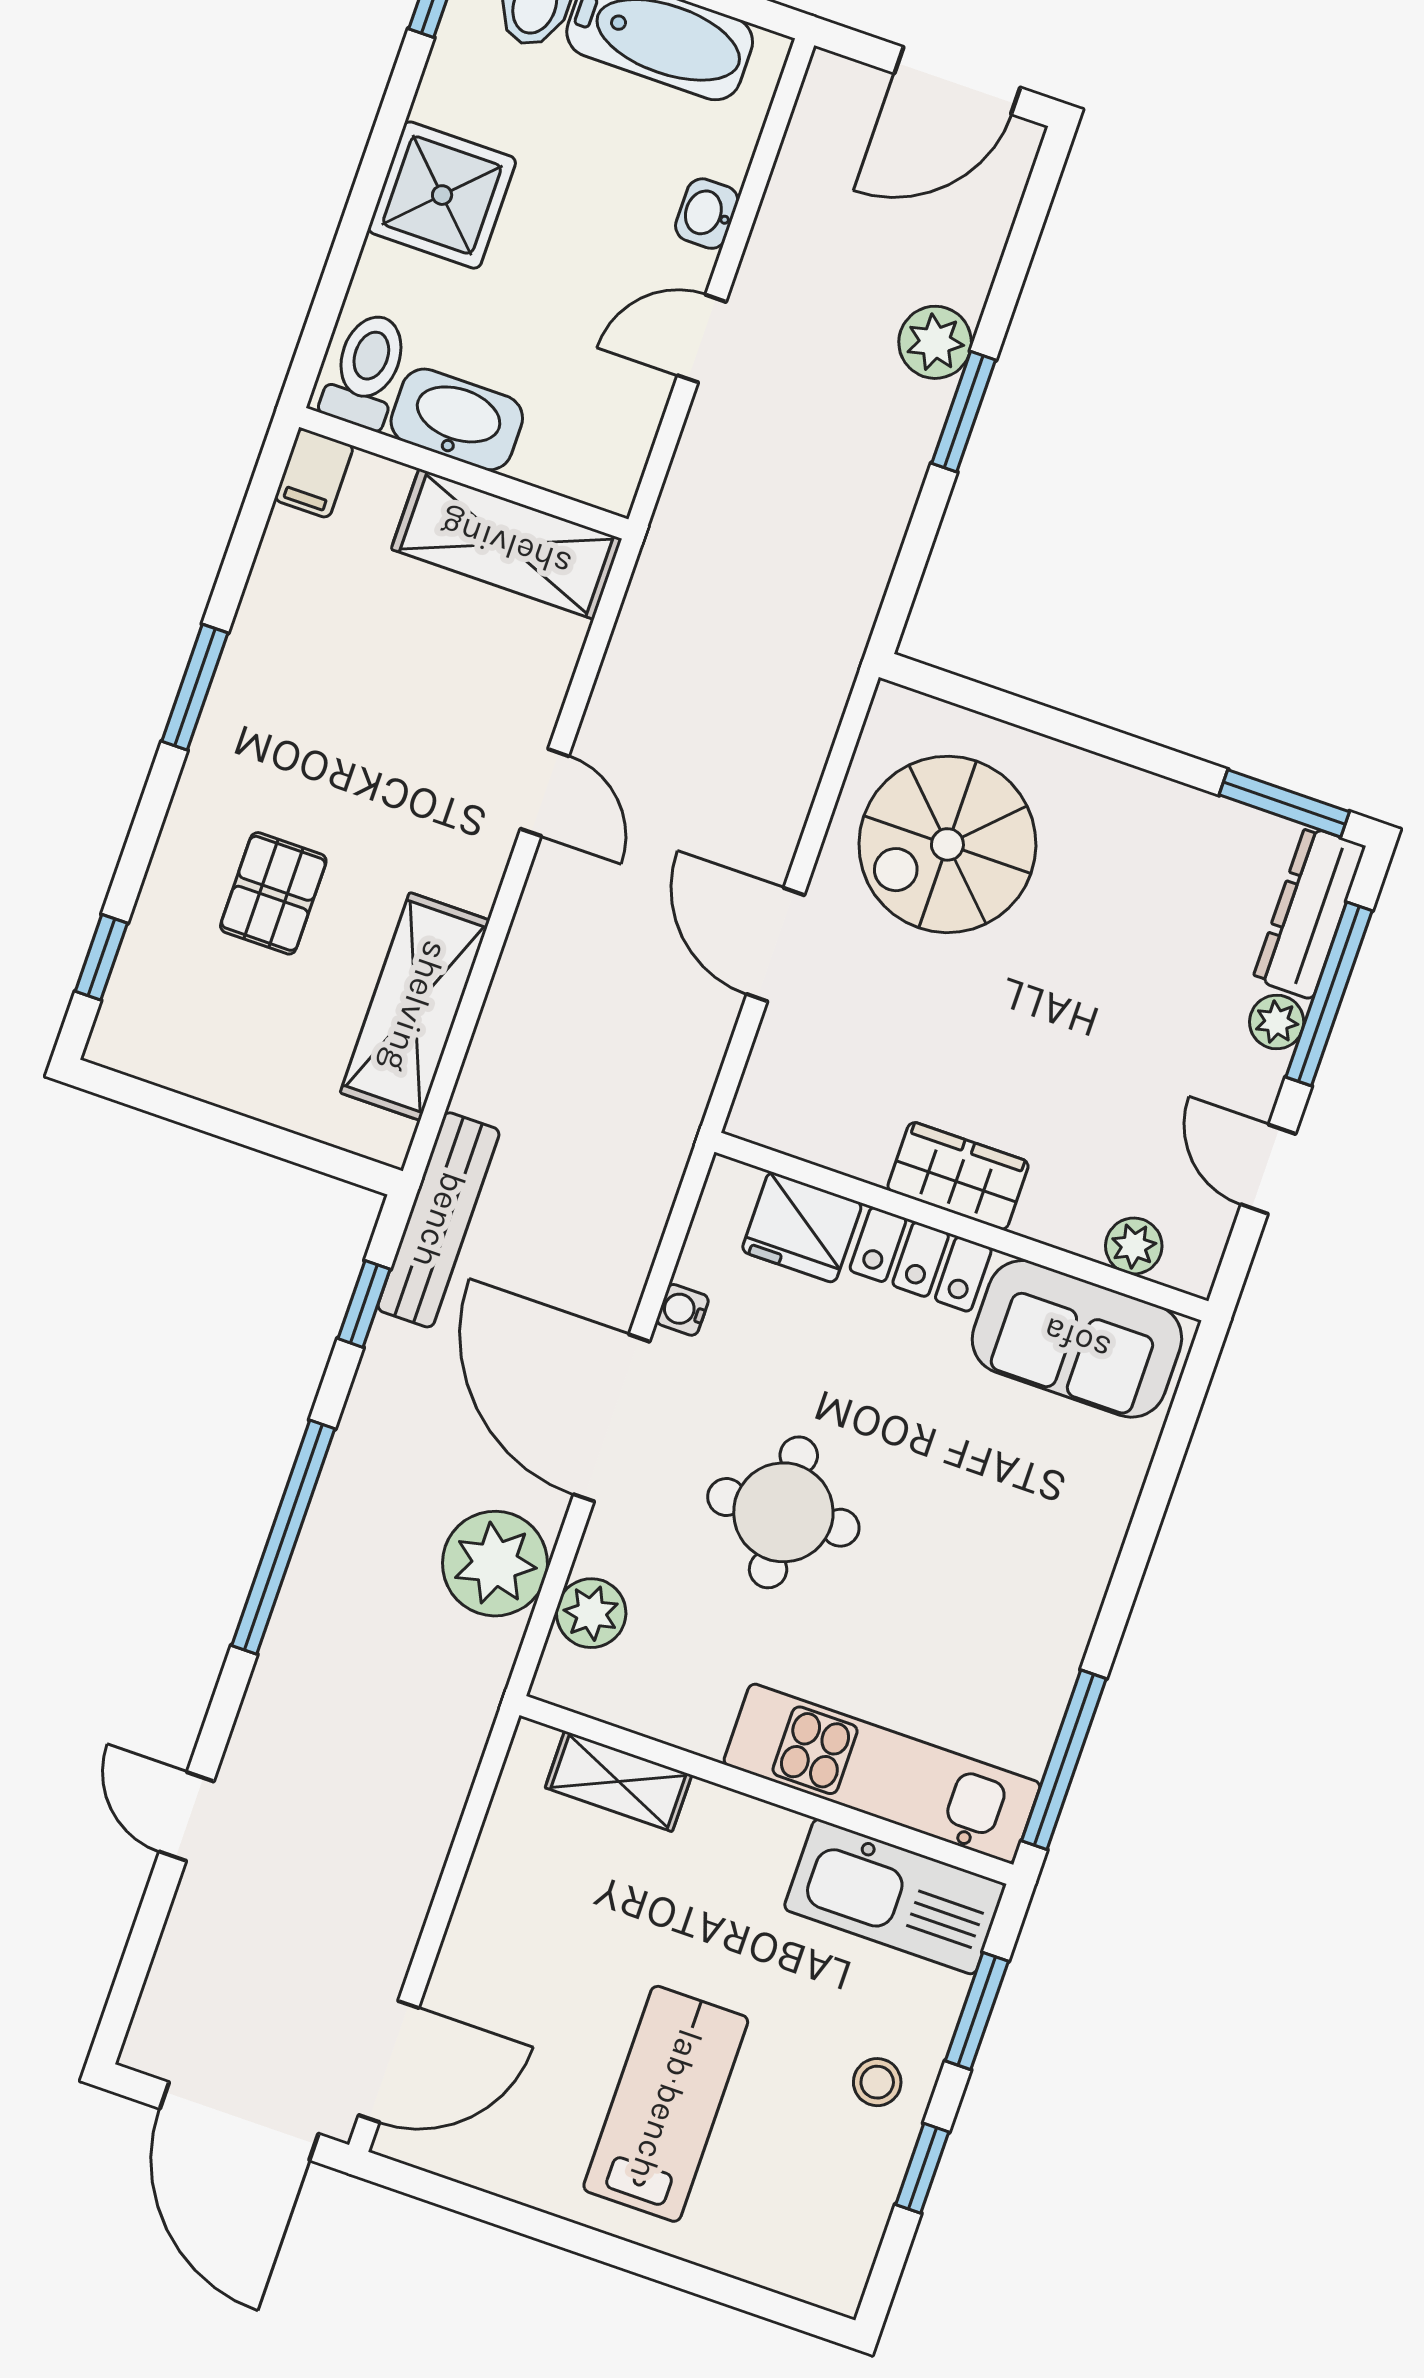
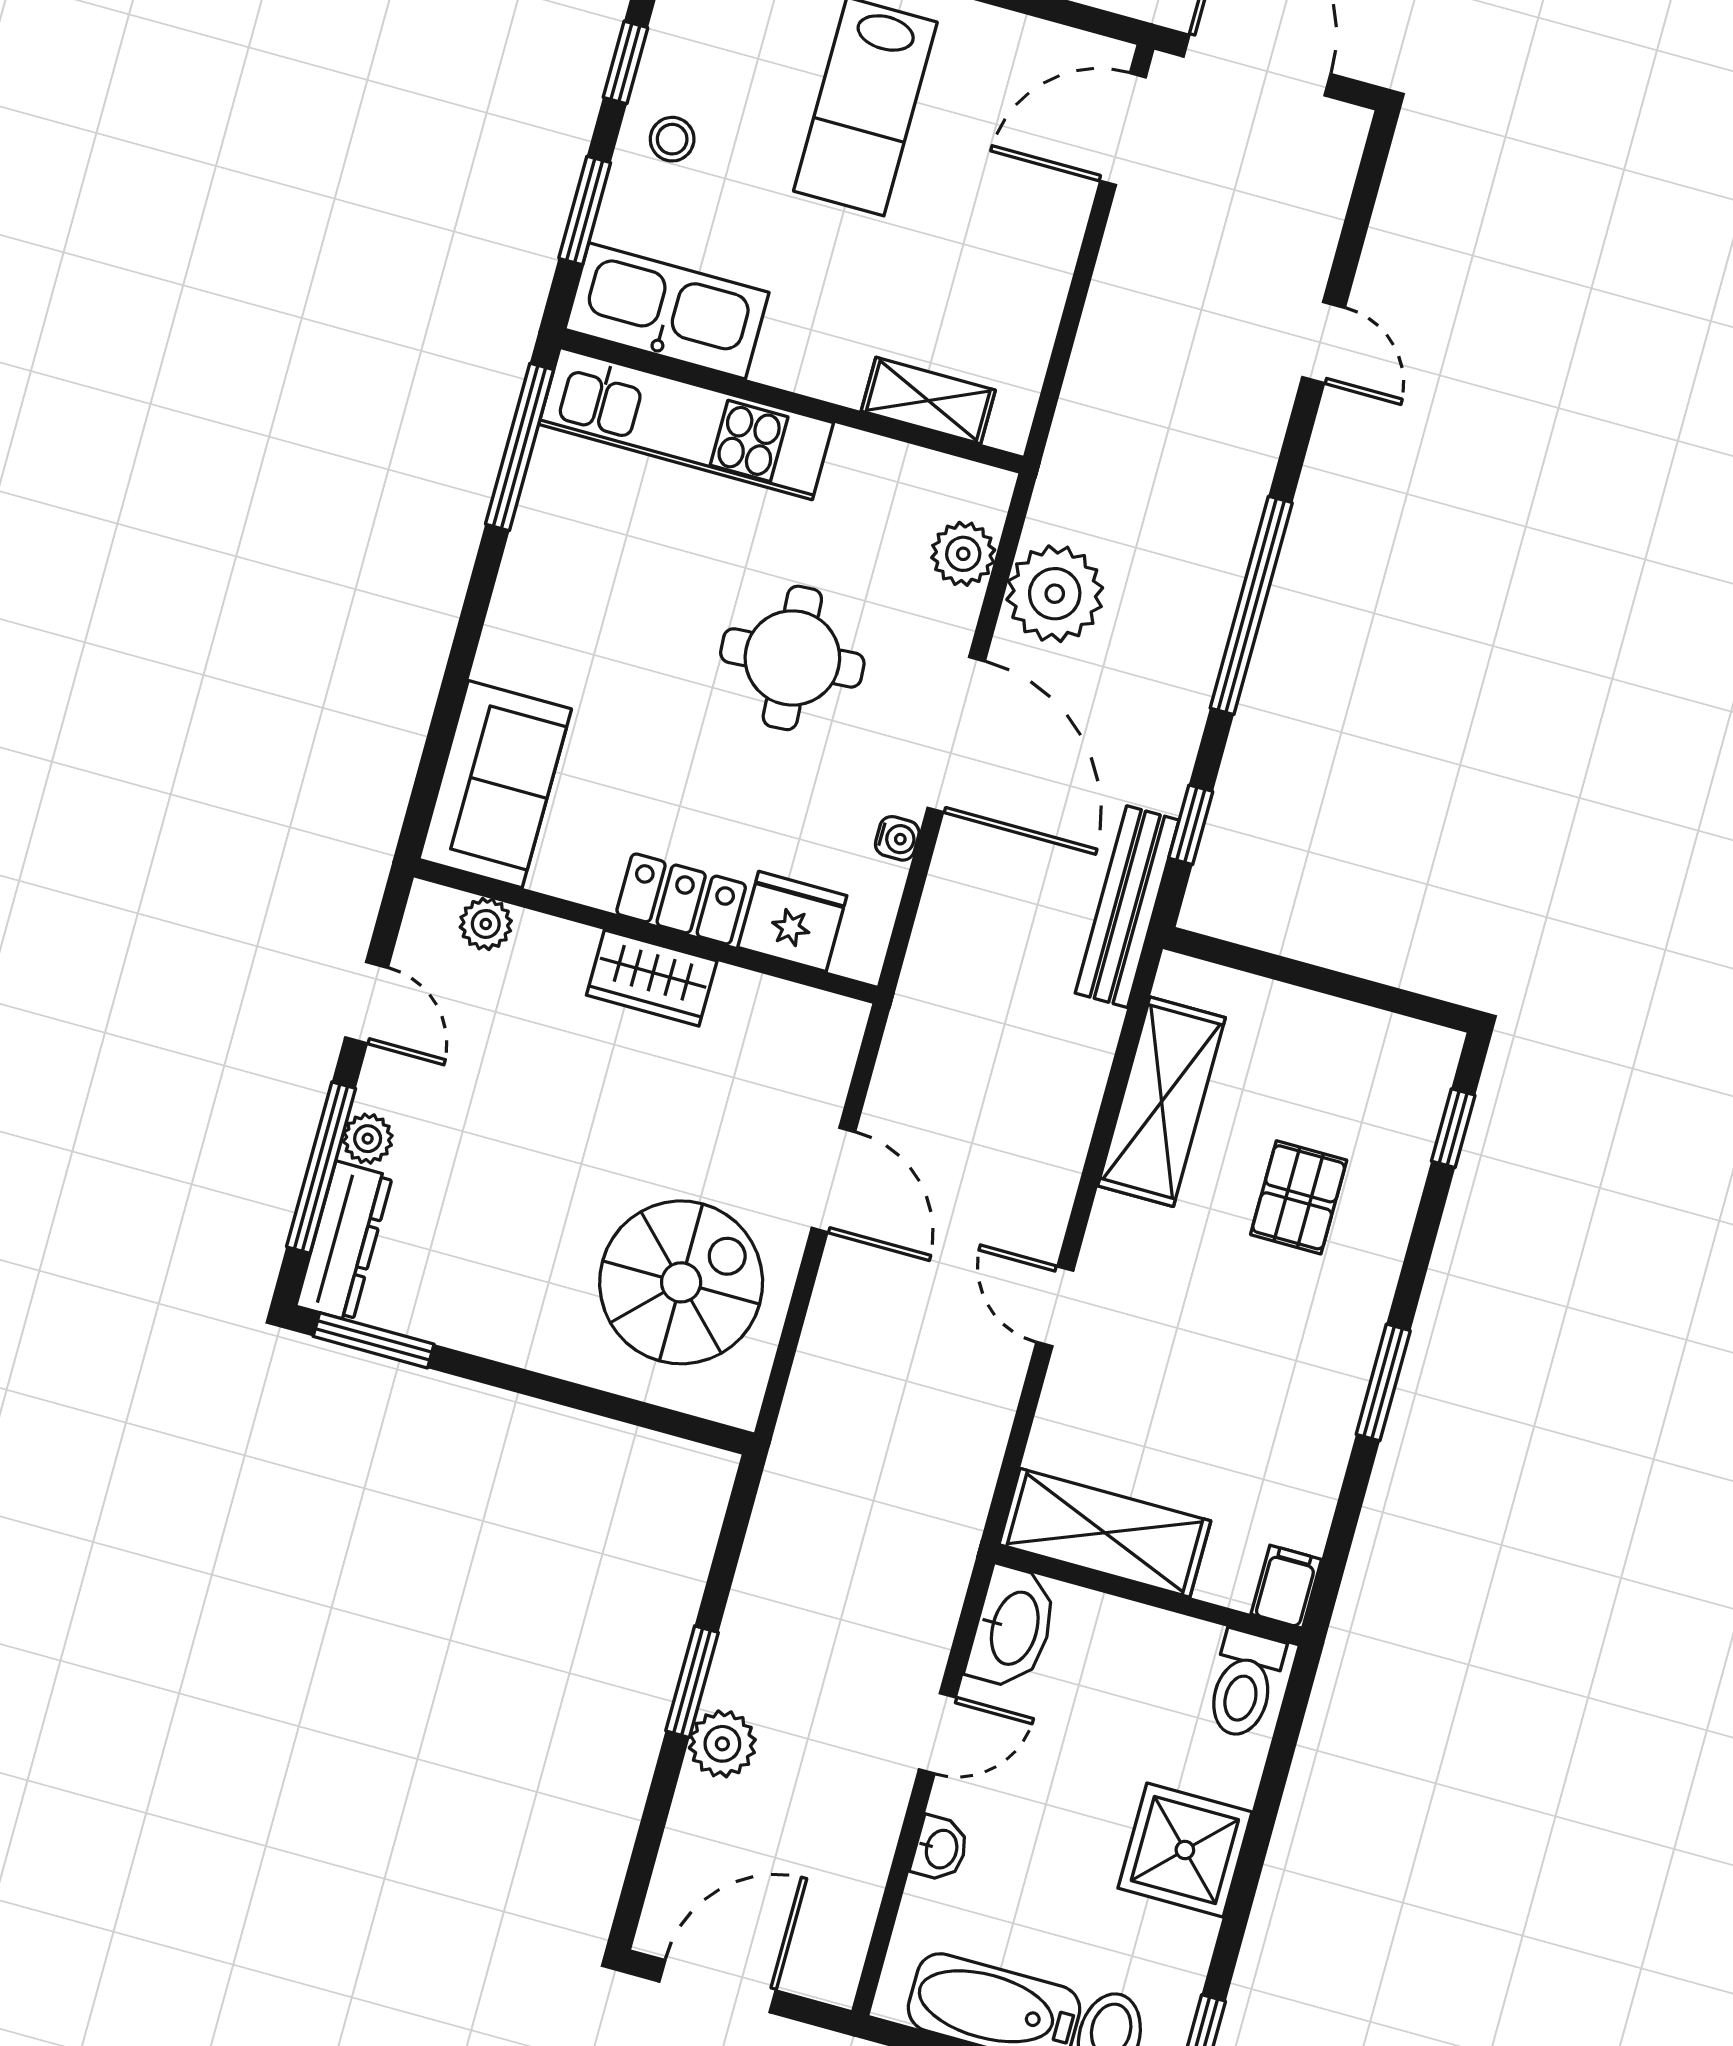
washbasin: (457, 419) -> (1013, 1628), moved, turned -90
sofa: (1077, 1339) -> (495, 784), moved, turned 90

